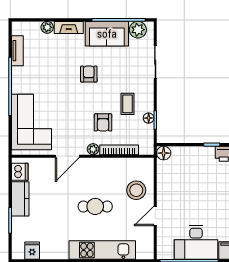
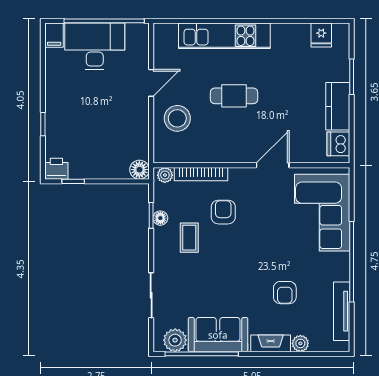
tv unit: (17, 51) -> (342, 311), width x1.41
armchair: (89, 74) -> (285, 293), moved
plant: (93, 149) -> (165, 175), moved

